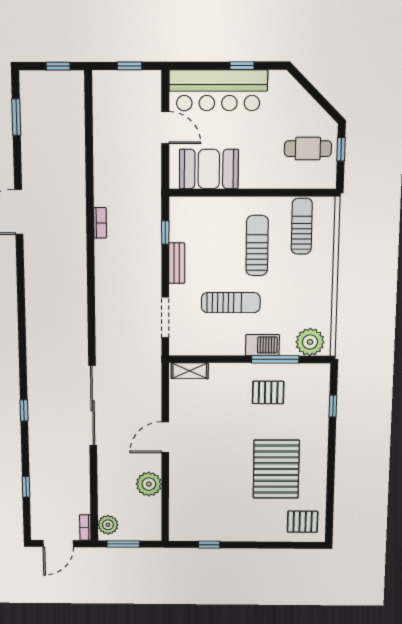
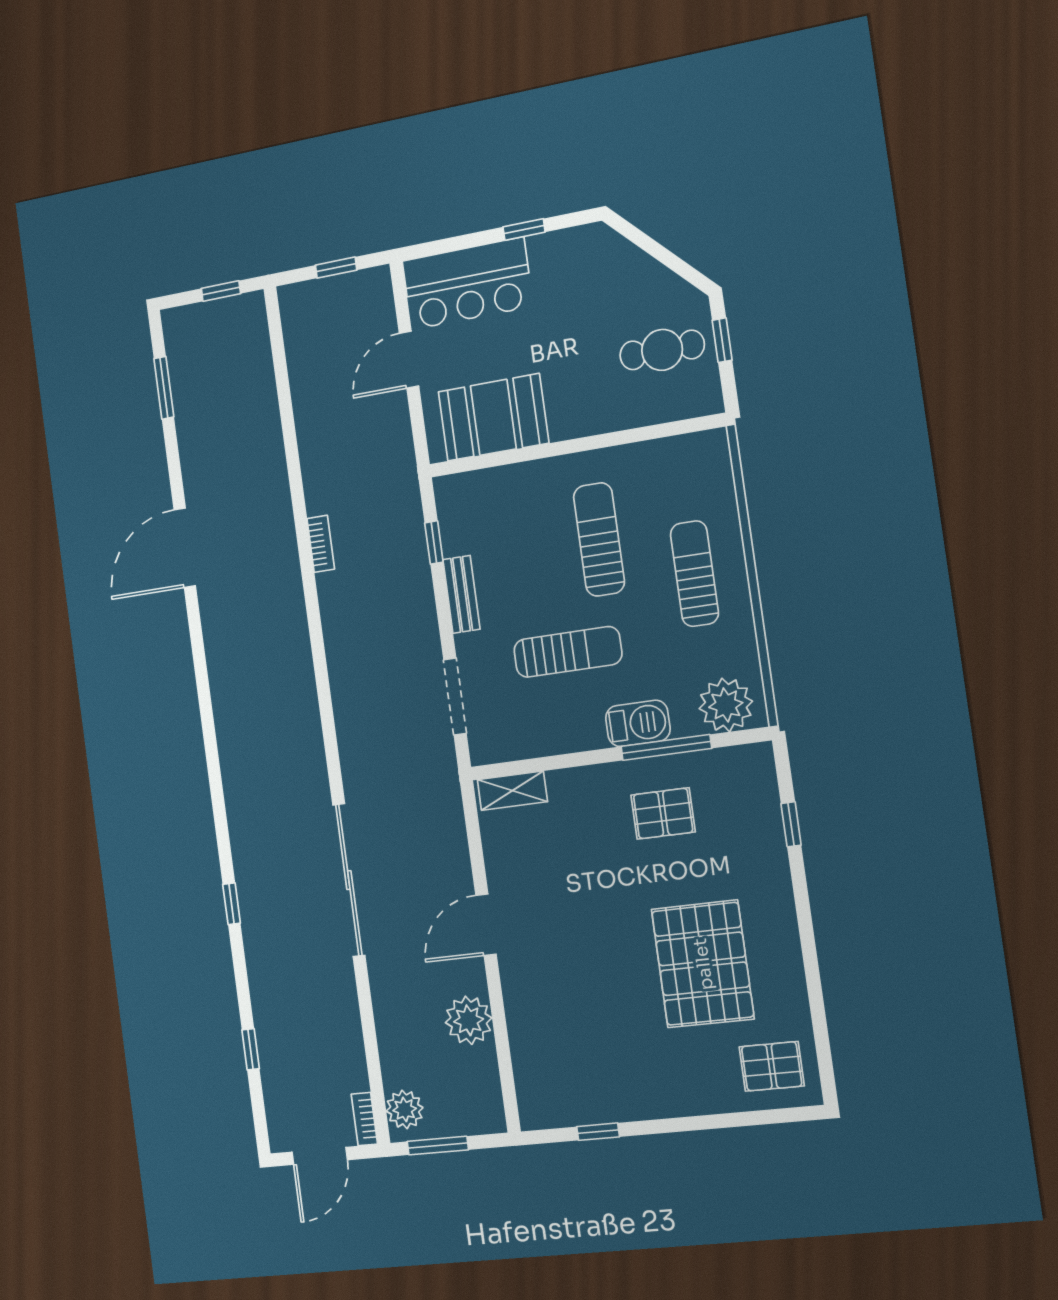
bar counter: (218, 90) -> (467, 283), width x0.73
door: (165, 128) -> (409, 360), swing flipped
sun lounger: (302, 226) -> (694, 574), moved

